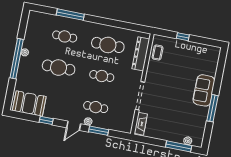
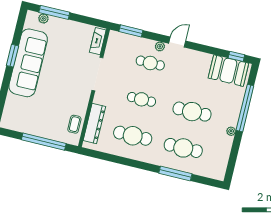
cafe table: (65, 36) -> (183, 148), width x1.37, depth x1.35
window: (183, 37) -> (44, 142), width x3.17
window: (17, 59) -> (245, 108), moved
sofa: (204, 90) -> (28, 63), width x1.85, depth x1.27
window: (212, 108) -> (13, 56), width x0.69
window: (46, 120) -> (236, 56), moved
window: (99, 131) -> (131, 31), moved

